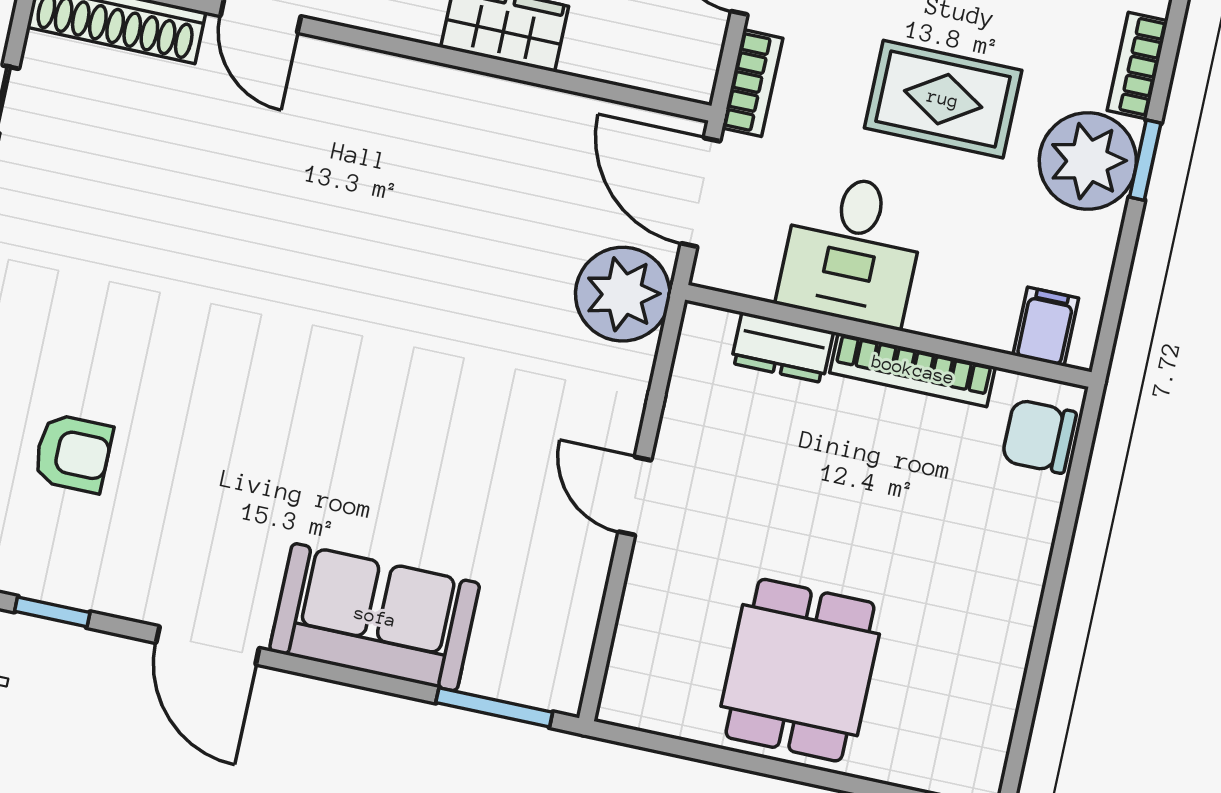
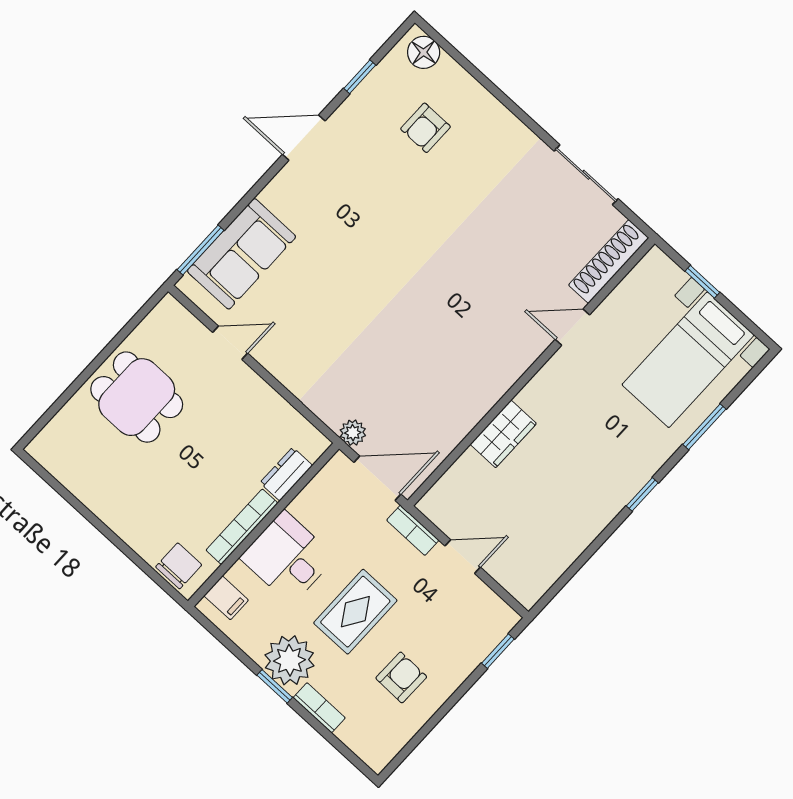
desk: (852, 249) -> (288, 558), moved
plant: (623, 294) -> (353, 433), width x0.53, depth x0.53
door: (635, 496) -> (230, 343), moved
sofa: (375, 617) -> (241, 254), moved

